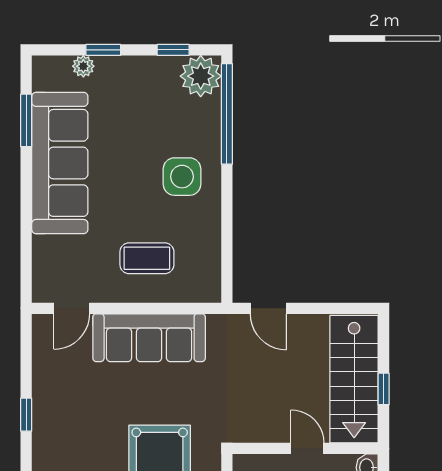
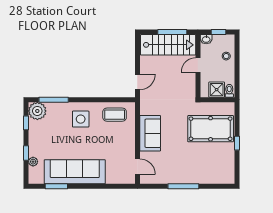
window: (227, 114) -> (54, 100), width x0.68
coffee table: (147, 258) -> (115, 115), moved, turned 90
sofa: (149, 338) -> (150, 133), width x0.73
window: (384, 389) -> (172, 32), width x2.17
window: (26, 415) -> (183, 186), width x2.17

